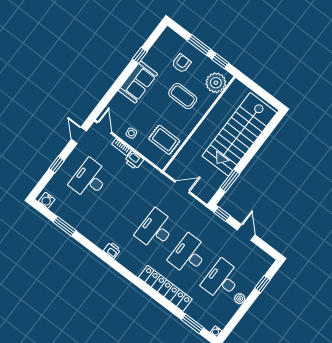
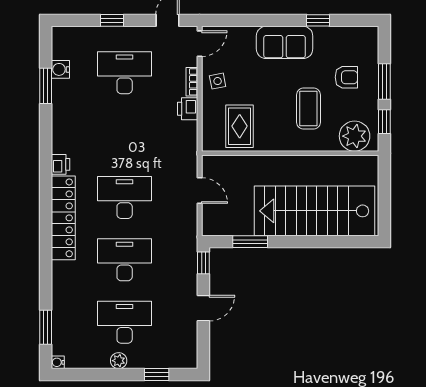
water cooler: (47, 200) -> (60, 69), moved
locker: (165, 288) -> (63, 218), moved

